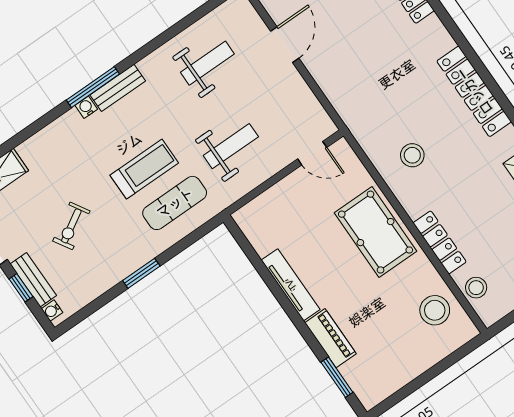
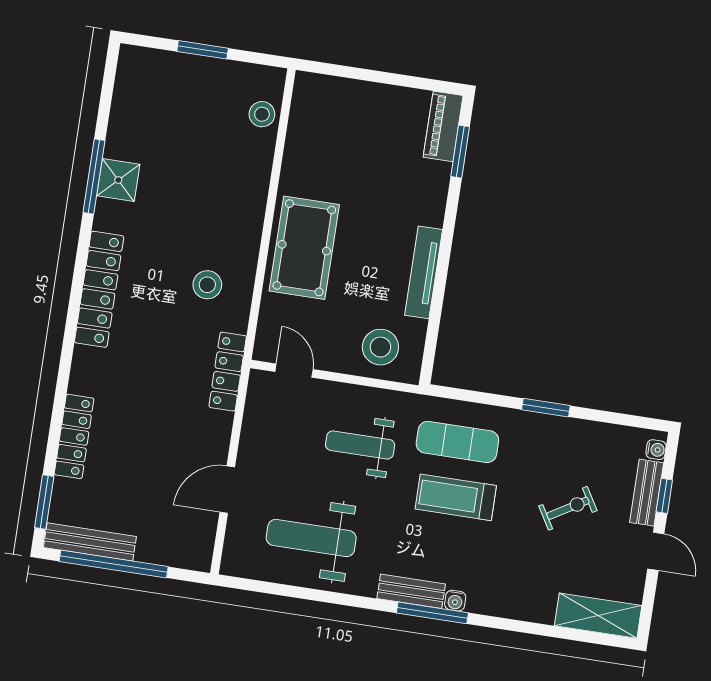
weight bench: (207, 63) -> (311, 538), width x1.36, depth x1.33
locker: (440, 242) -> (228, 372), moved
stool: (435, 310) -> (380, 347), moved
piano: (330, 338) -> (443, 126), moved

